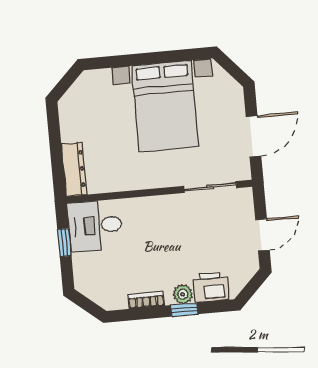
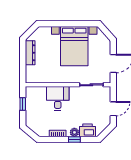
dresser: (74, 169) -> (30, 53), moved
desk: (95, 226) -> (58, 98), moved, turned 90

